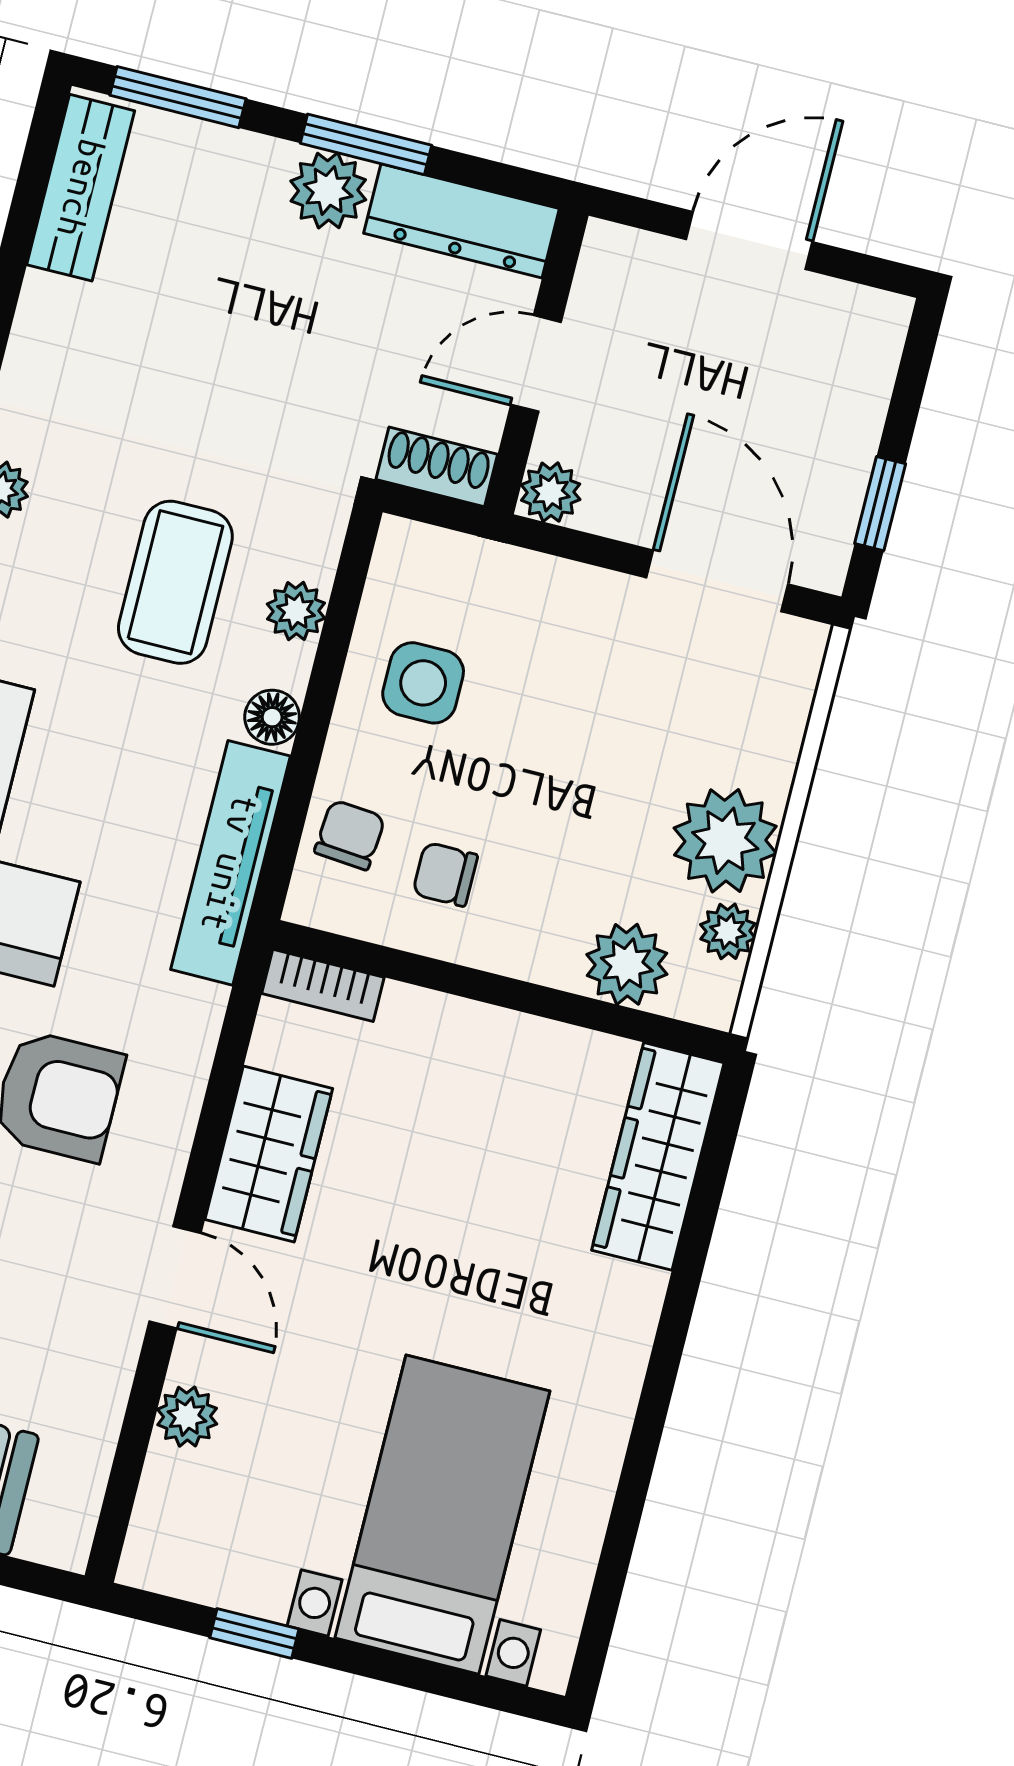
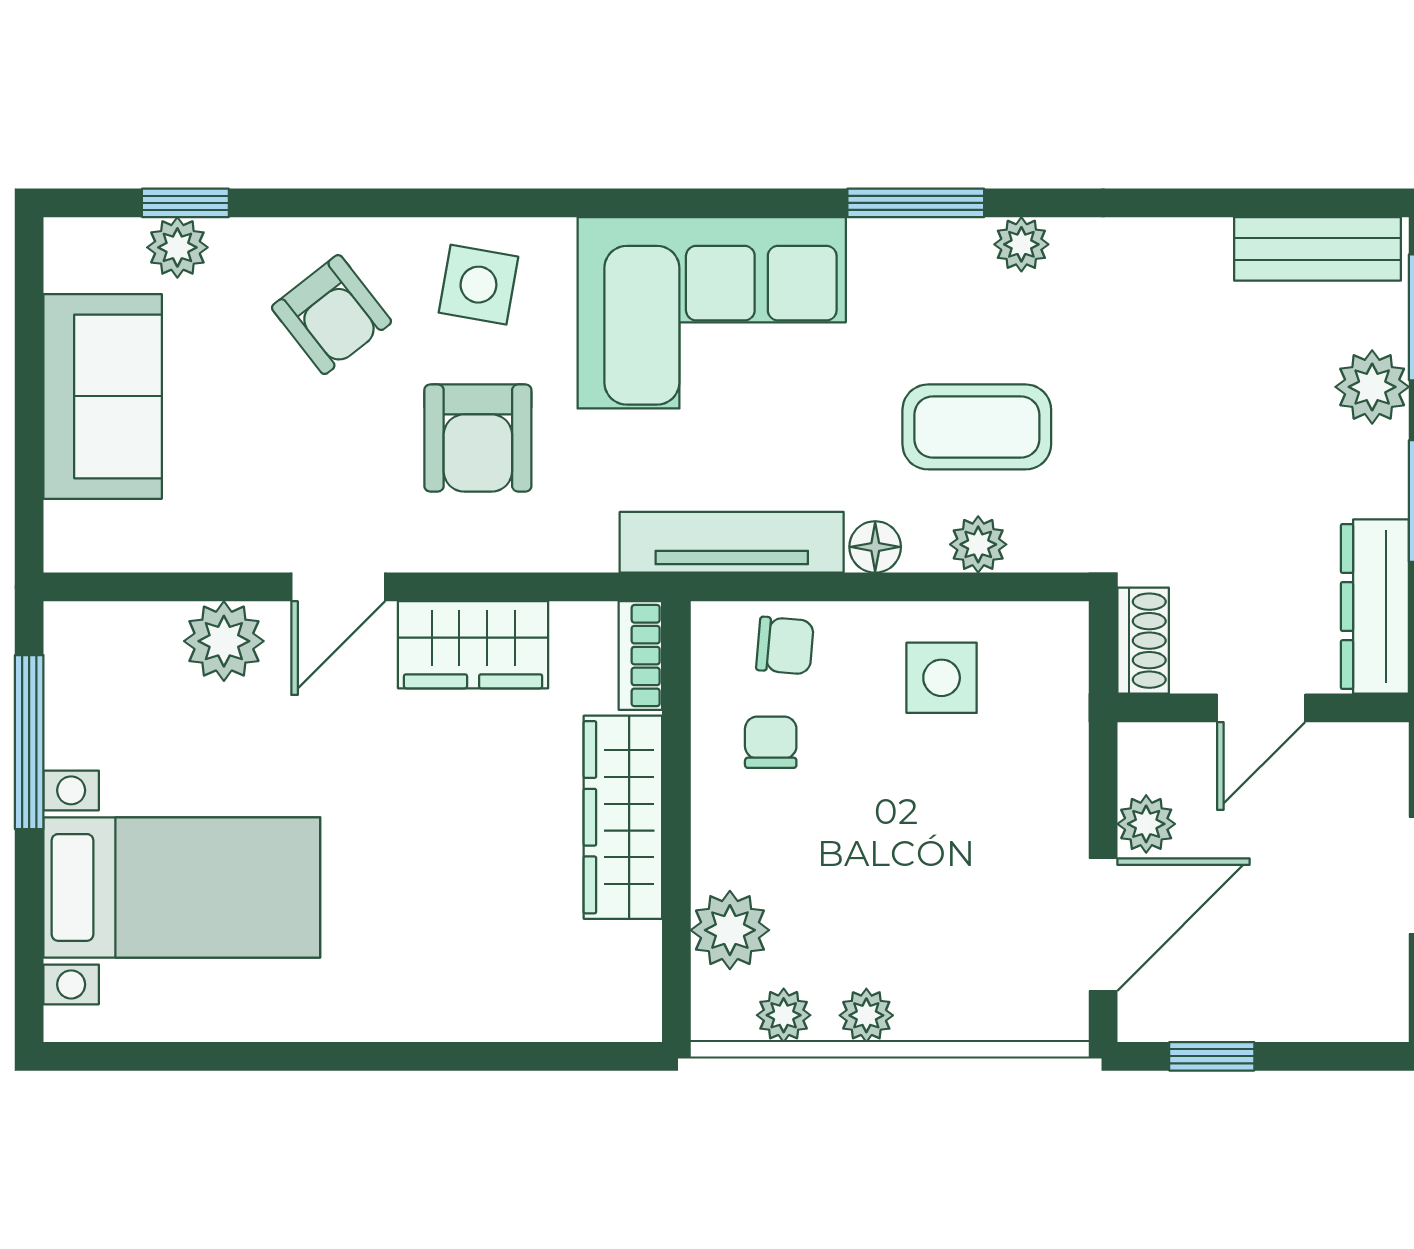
plant: (328, 190) -> (1372, 387), moved
door: (536, 363) -> (1261, 708), swing flipped
plant: (551, 492) -> (1146, 824), moved
plant: (725, 841) -> (866, 1015), width x0.53, depth x0.53
wardrobe: (658, 1156) -> (623, 817), moved, turned -90
plant: (187, 1417) -> (224, 641), width x1.38, depth x1.38
window: (254, 1633) -> (29, 742), width x2.17

